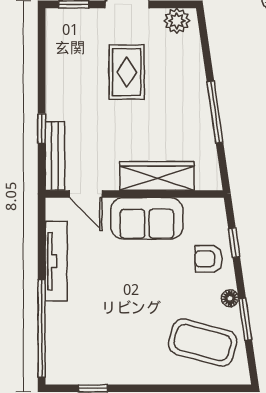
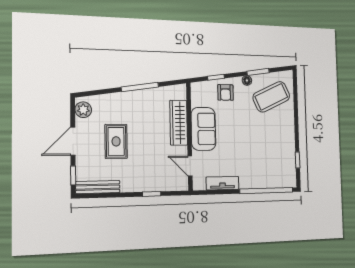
rug: (127, 72) -> (116, 141), turned 90
bench: (55, 156) -> (98, 187), moved
door: (86, 194) -> (190, 166), swing flipped
tv unit: (56, 261) -> (222, 183), width x0.71
coffee table: (203, 343) -> (271, 97), turned 50

